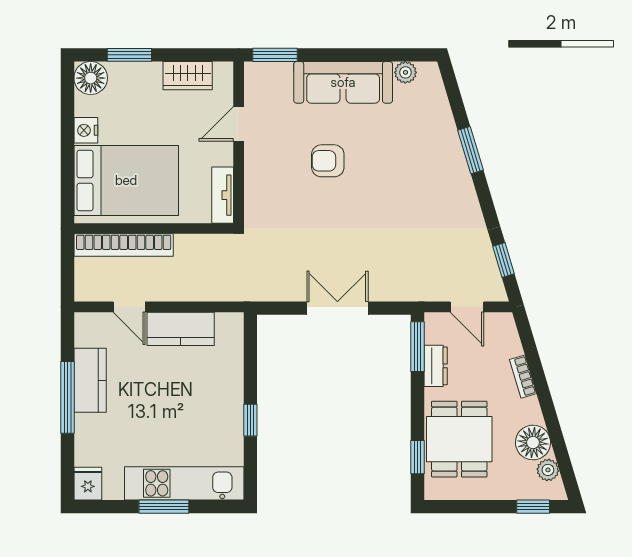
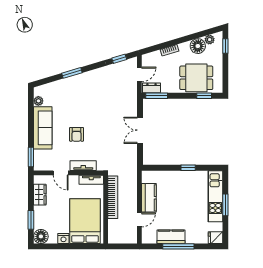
tv unit: (255, 176) -> (83, 166), added
bookcase: (124, 245) -> (113, 197), moved
dresser: (436, 366) -> (151, 88), moved

